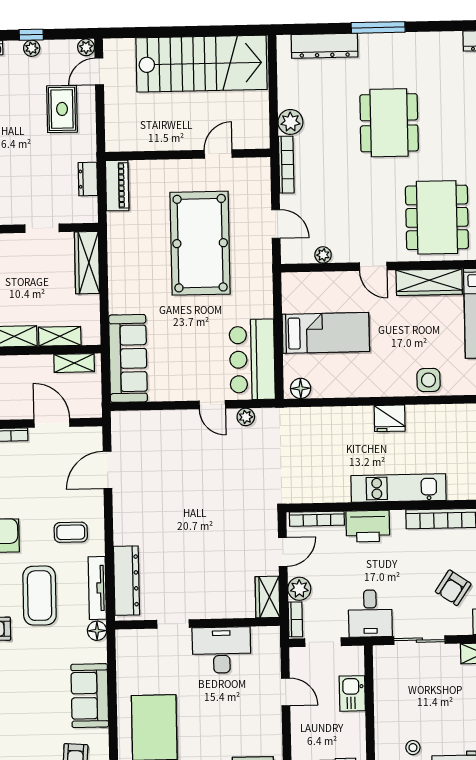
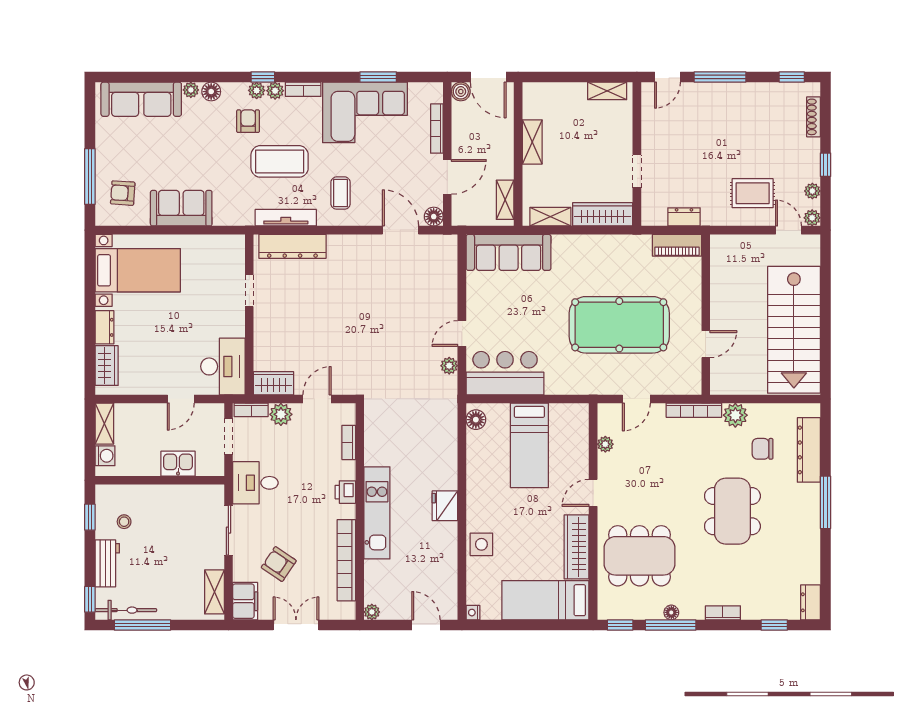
plant: (32, 48) -> (812, 191), moved
chair: (324, 93) -> (763, 449), added
dining table: (389, 123) -> (732, 511), turned 90
door: (218, 154) -> (706, 344), hinge flipped
shelving: (60, 336) -> (550, 217), moved, turned 90
bookcase: (317, 519) -> (349, 442), width x0.64
printer: (368, 526) -> (345, 492), width x0.53, depth x0.68
door: (283, 552) -> (317, 399), swing flipped
floor lamp: (97, 631) -> (434, 217), moved
desk: (222, 650) -> (223, 366), moved

